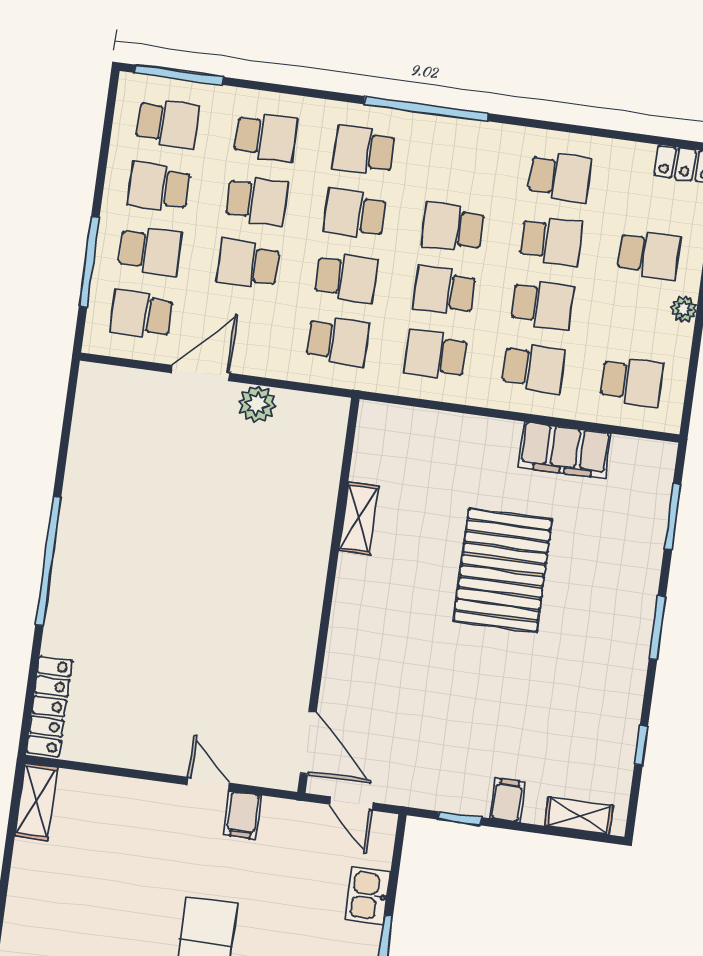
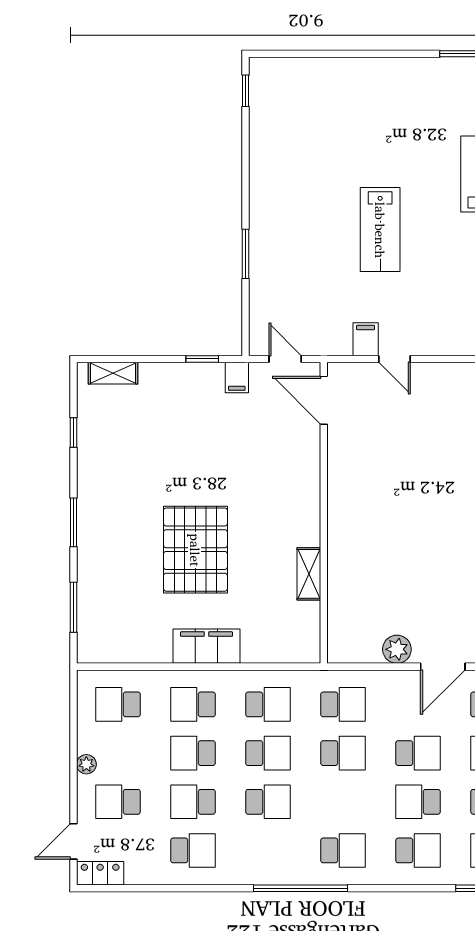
school desk: (266, 137) -> (418, 850), turned 180
school desk: (560, 177) -> (193, 850), turned 180
school desk: (355, 214) -> (343, 802), removed
school desk: (346, 278) -> (343, 753), turned 180
school desk: (337, 341) -> (343, 704), turned 180
filing cabinet: (565, 450) -> (207, 646), moved
filing cabinet: (507, 800) -> (237, 377), moved
kitchen sink: (368, 896) -> (263, 291), removed

